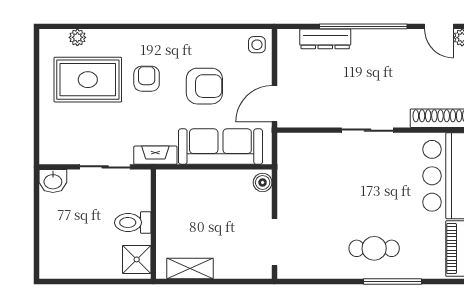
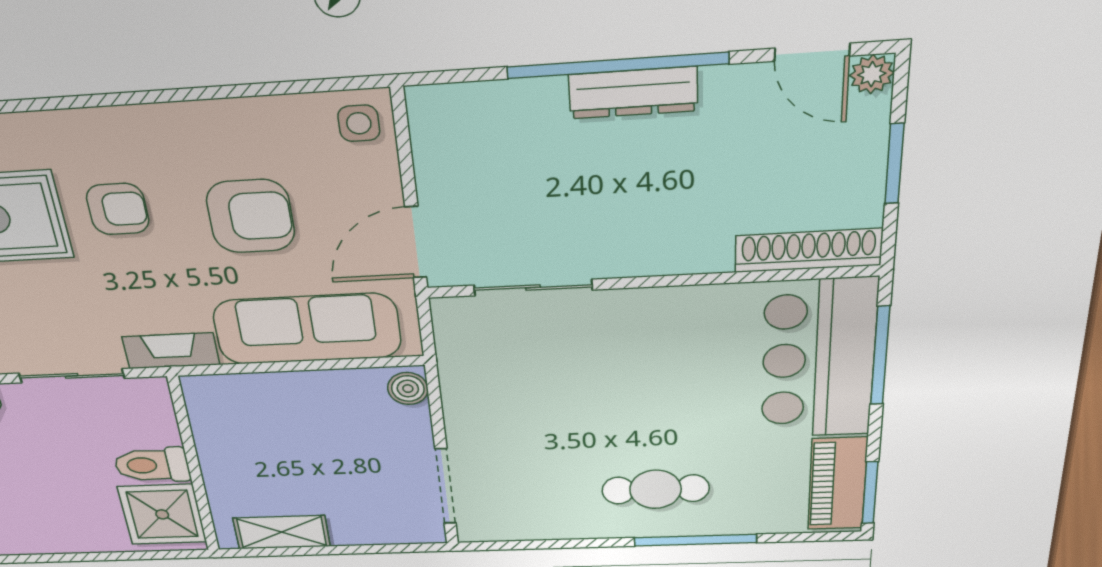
dresser: (325, 39) -> (633, 93), moved
armchair: (147, 79) -> (118, 209), turned 90
sliding door: (367, 130) -> (533, 288), moved
shower: (137, 259) -> (162, 514), width x1.36, depth x1.36

